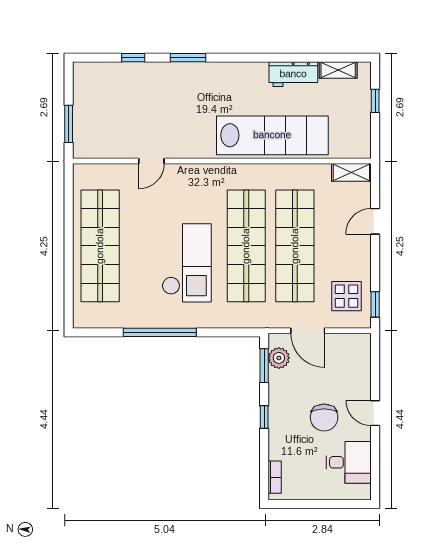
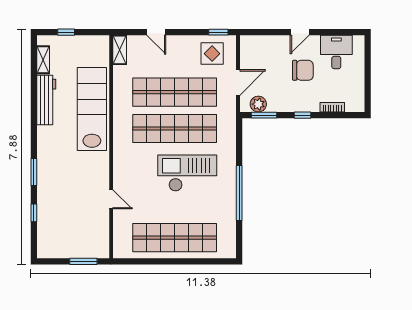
workbench: (293, 74) -> (46, 100), width x1.38
bookcase: (275, 477) -> (332, 107), moved

